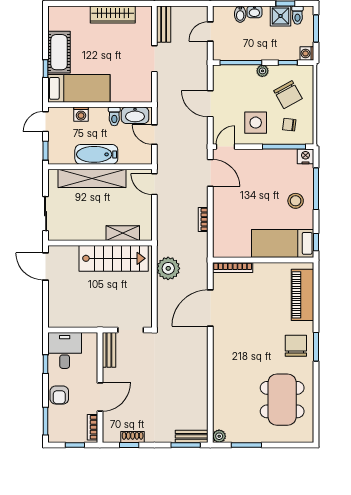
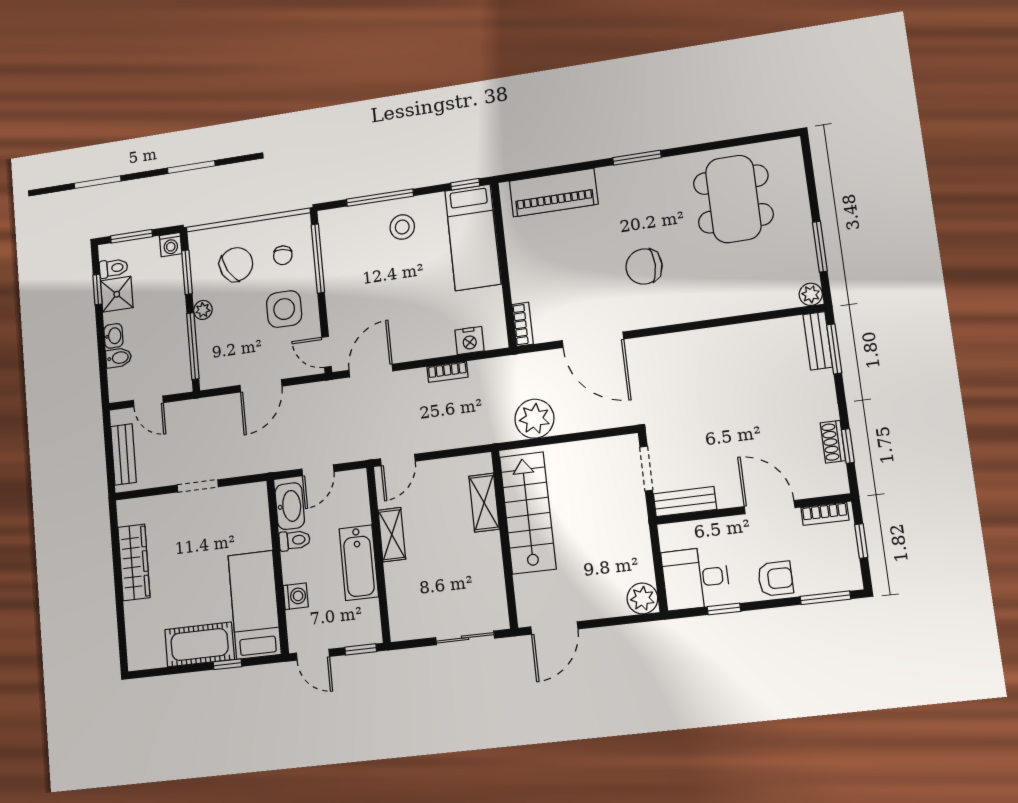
bench: (164, 24) -> (123, 454), moved, turned 90
window: (288, 63) -> (187, 272), width x1.50
nightstand: (305, 156) -> (470, 341), moved, turned -90
shelving: (92, 178) -> (392, 535), width x0.45, depth x0.75
bookcase: (233, 268) -> (523, 324), width x0.64
plant: (57, 319) -> (642, 598), added
chair: (296, 346) -> (644, 266), moved
dining table: (282, 400) -> (733, 199), turned 90

